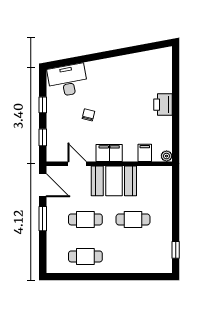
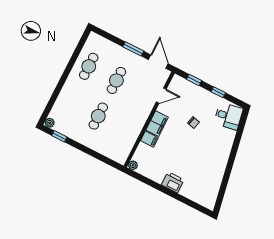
desk: (68, 80) -> (228, 116), width x0.73
filing cabinet: (145, 153) -> (149, 139), moved
booth: (114, 181) -> (134, 117), removed
door: (43, 185) -> (158, 62), swing flipped
plant: (166, 267) -> (50, 123), added

